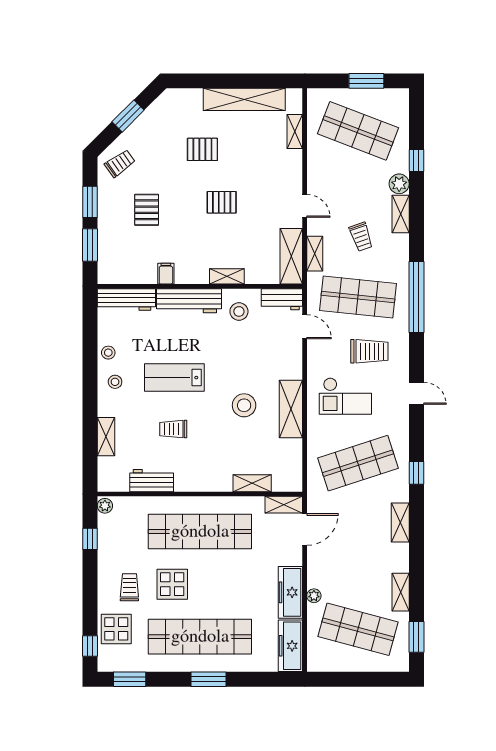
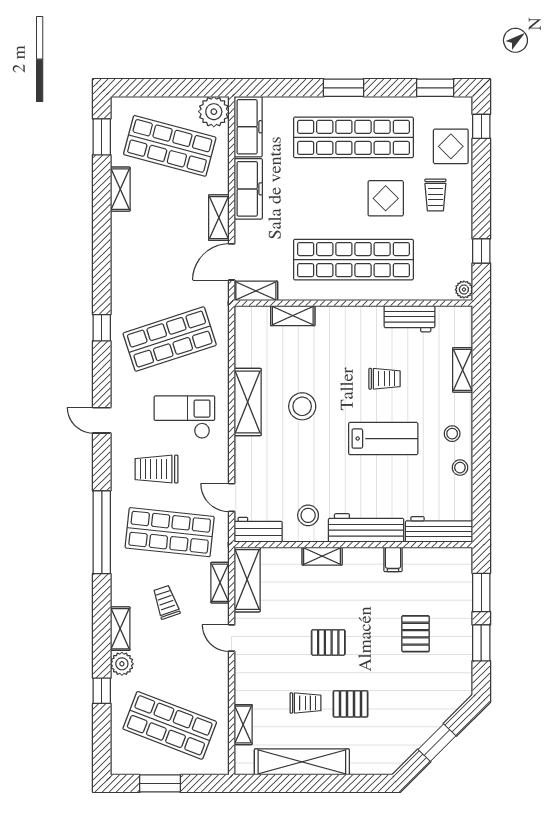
trolley: (120, 163) -> (306, 703), moved, turned -145
shelving: (400, 523) -> (219, 218), moved
plant: (314, 596) -> (214, 112), moved, width x1.88, depth x1.88

